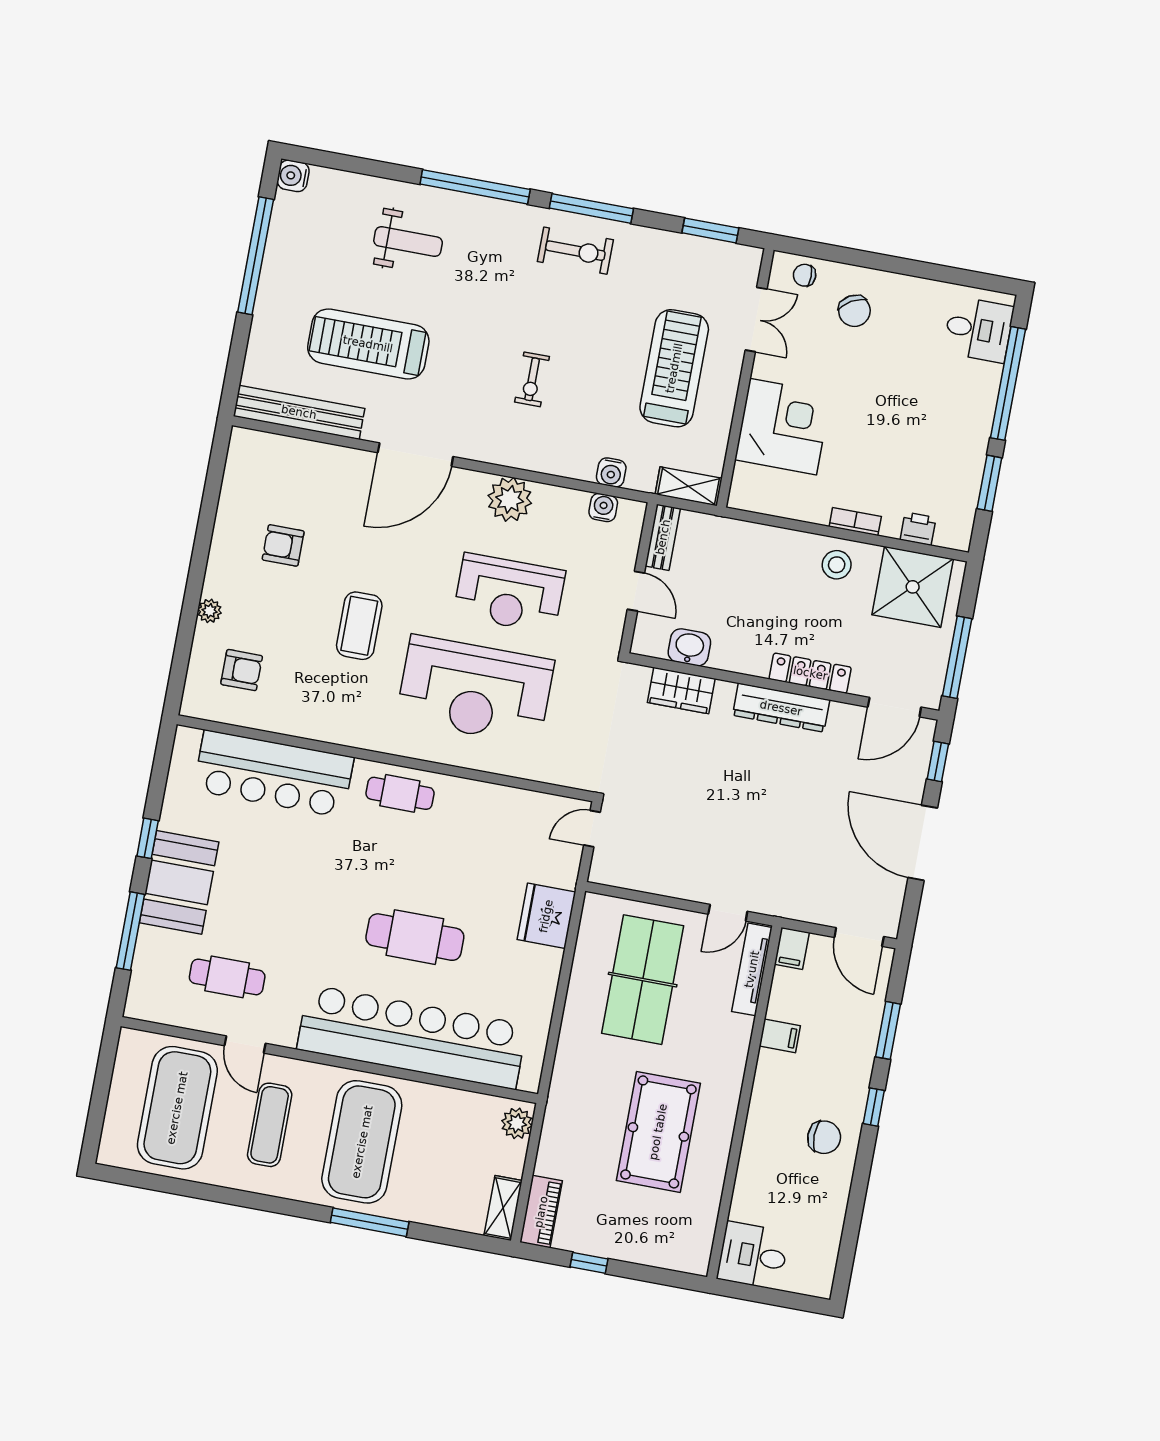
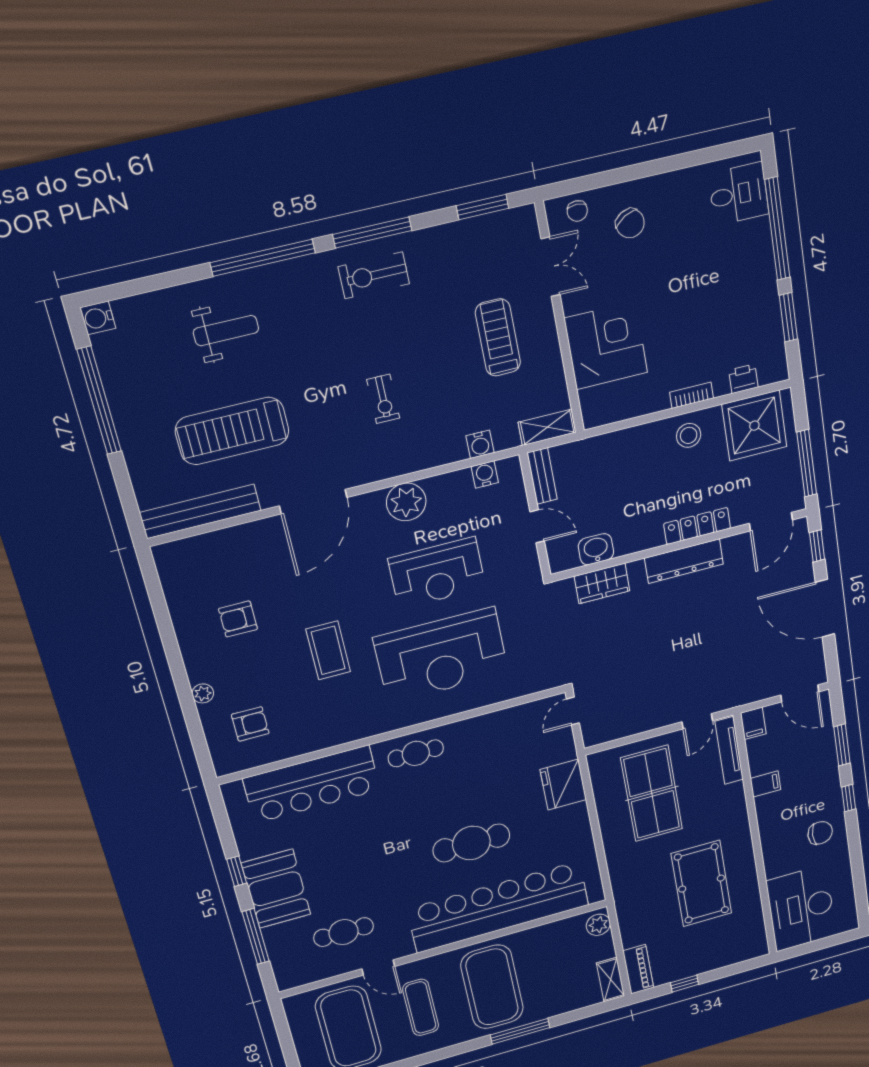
exercise bike: (575, 251) -> (374, 275), turned 180
chair: (805, 275) -> (577, 211), turned -90
treadmill: (674, 368) -> (498, 338), width x0.73, depth x0.73
desk: (753, 1255) -> (801, 908), width x1.87, depth x1.30

